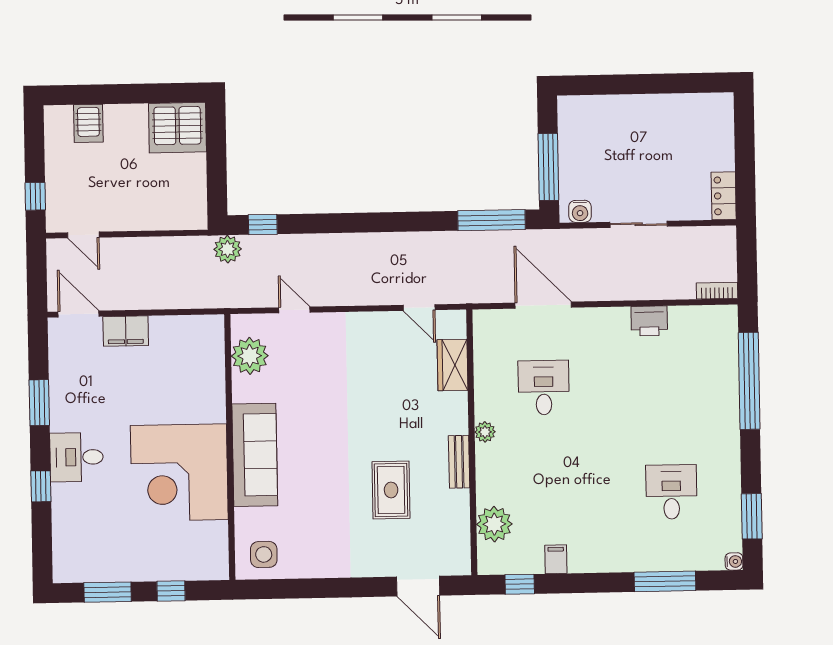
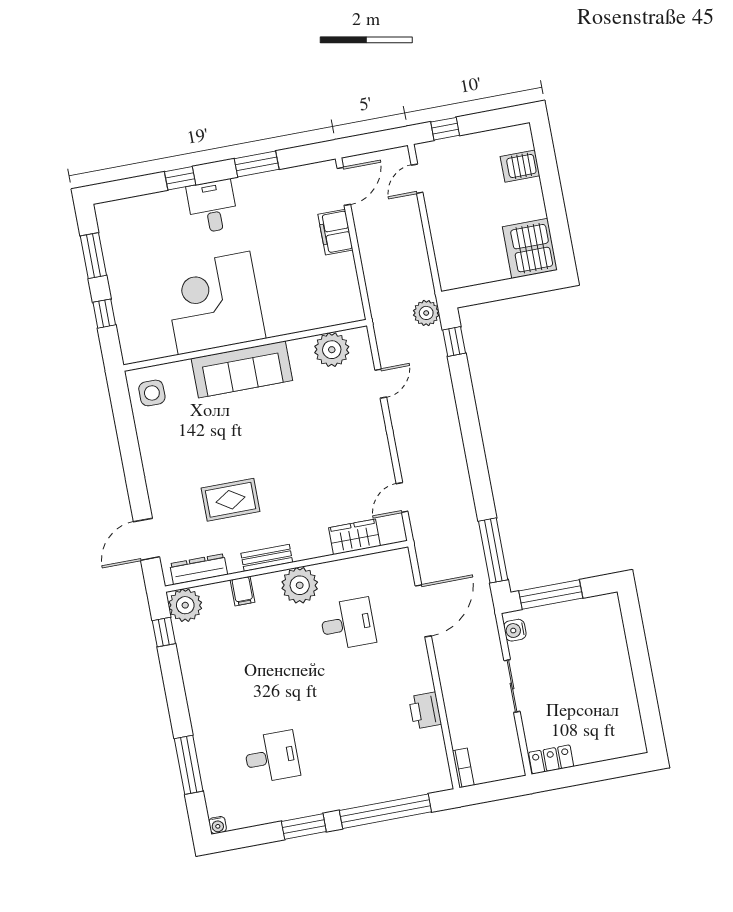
plant: (485, 432) -> (300, 585), width x1.87, depth x1.87
window: (752, 516) -> (304, 827), moved
plant: (494, 524) -> (185, 605), moved
dresser: (459, 536) -> (199, 569), added
filing cabinet: (556, 559) -> (243, 591), moved, turned 90

